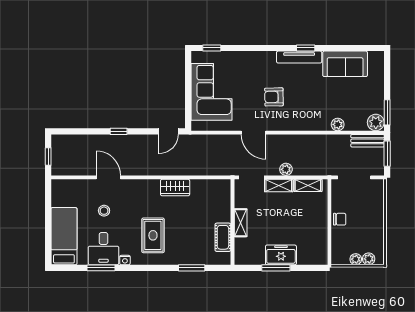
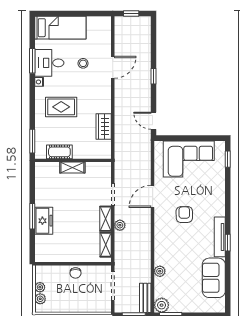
wall: (232, 222) -> (73, 160), moved
shelving: (241, 223) -> (72, 168), moved
cot: (223, 237) -> (59, 152), moved

